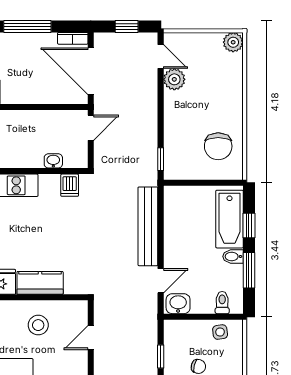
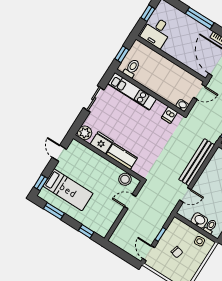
washbasin: (53, 161) -> (182, 105), moved
washbasin: (178, 304) -> (199, 220), moved
stool: (38, 325) -> (125, 179), moved

